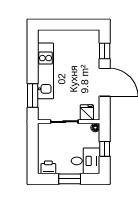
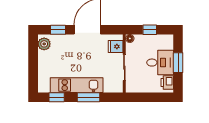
plant: (89, 36) -> (44, 44), added
window: (33, 50) -> (57, 97), added
window: (33, 95) -> (88, 97), moved
desk: (86, 161) -> (160, 63), moved, turned 90

